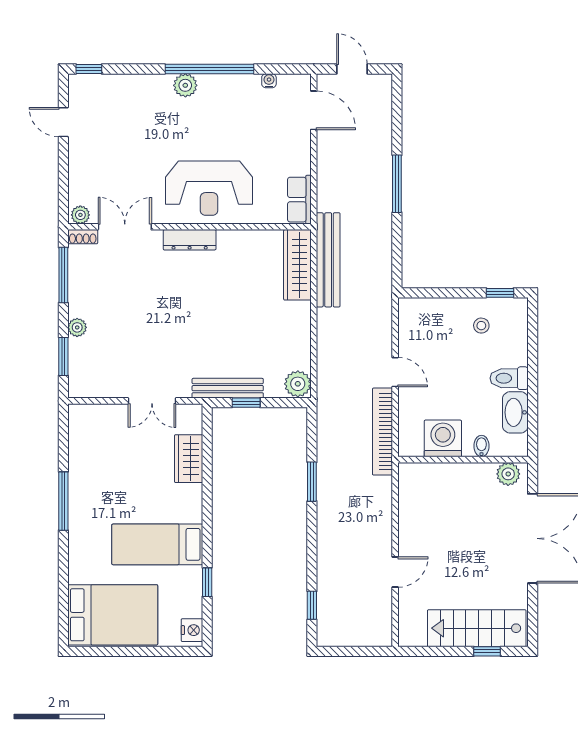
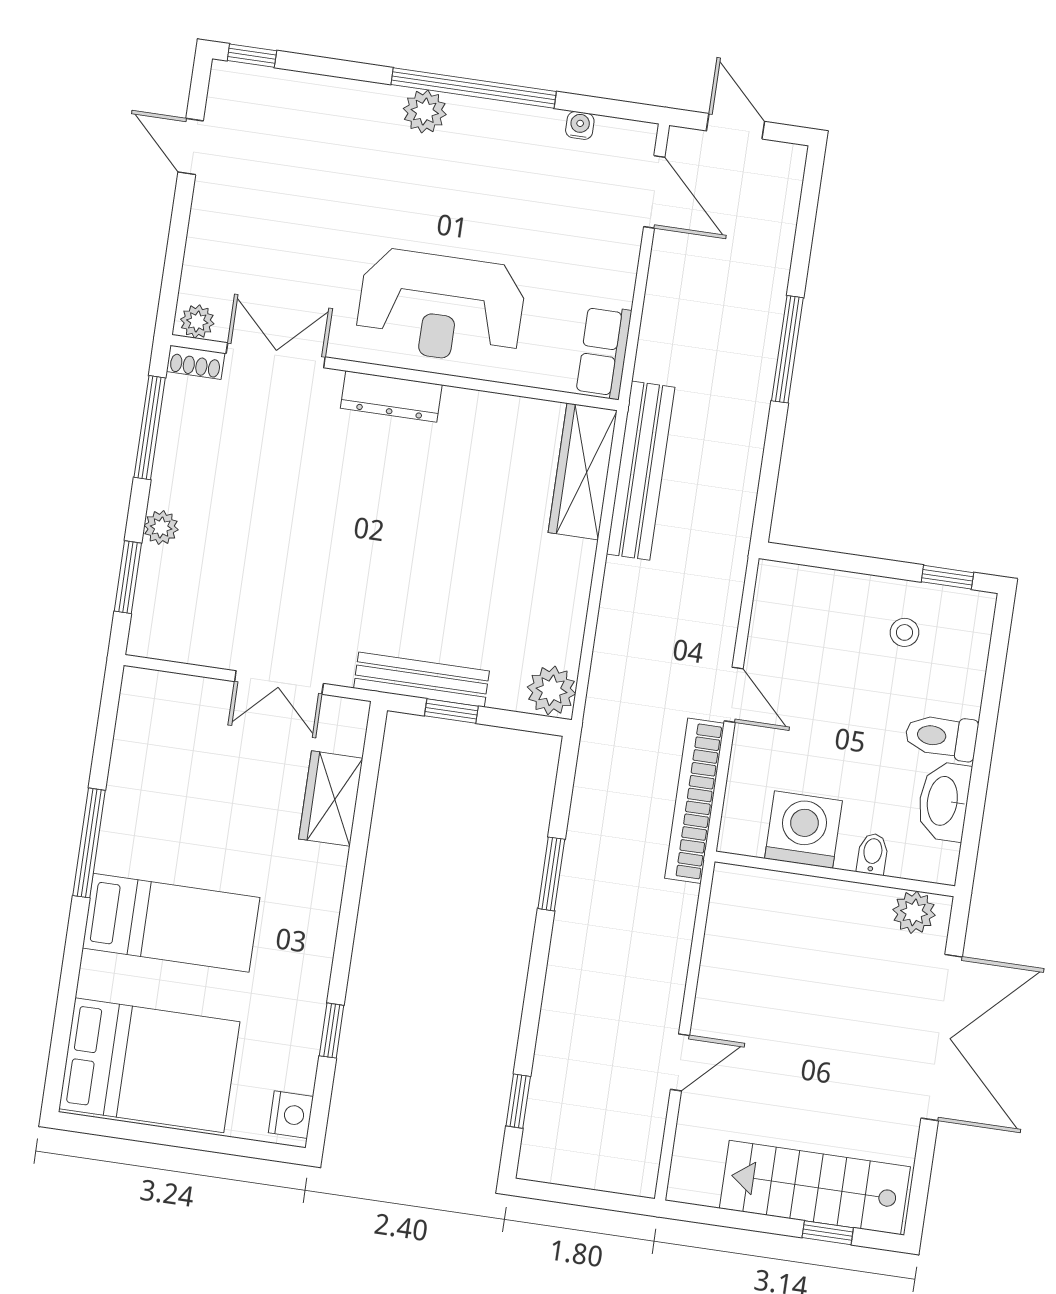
bed: (157, 544) -> (171, 923), moved, turned 180

